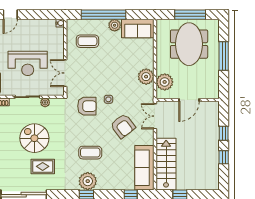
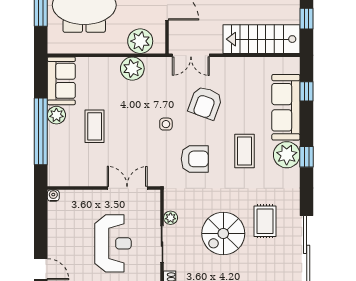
coffee table: (87, 41) -> (95, 126), moved
double door: (65, 73) -> (127, 188), swing flipped
armchair: (87, 106) -> (195, 159), moved, turned 90
armchair: (123, 126) -> (205, 103), turned 148
sofa: (144, 168) -> (286, 107), moved, turned 90

